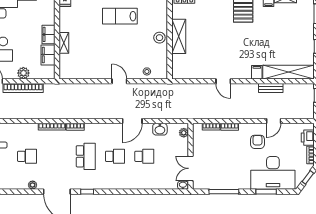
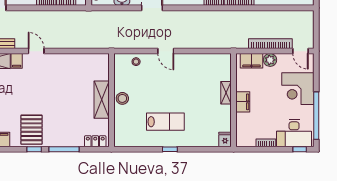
filing cabinet: (48, 55) -> (251, 61), moved, turned 90
door: (223, 81) -> (36, 51), moved

